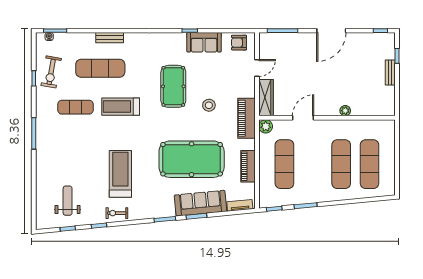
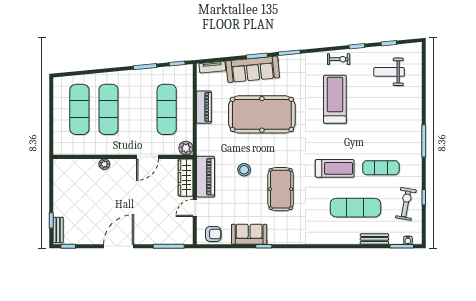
bench: (110, 38) -> (374, 239), moved
bench: (390, 73) -> (58, 230), moved
piano: (246, 118) -> (206, 177), moved
treadmill: (120, 174) -> (335, 99), turned 180
weight bench: (68, 201) -> (389, 72), turned 90

